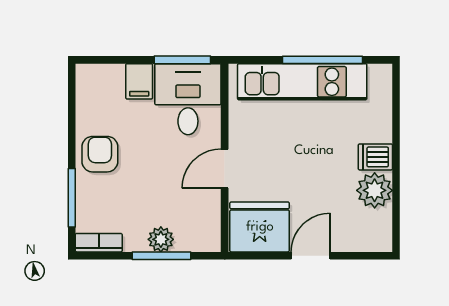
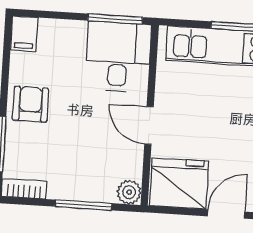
filing cabinet: (139, 81) -> (24, 34), moved
door: (225, 169) -> (149, 125), hinge flipped
plant: (161, 239) -> (129, 192), moved

